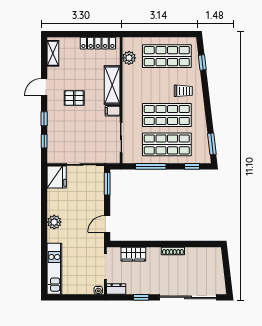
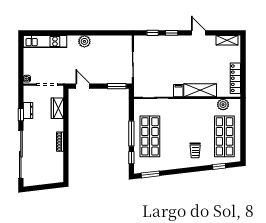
pallet: (74, 98) -> (189, 58), removed
shop shelf: (167, 115) -> (175, 136), removed
window: (151, 166) -> (131, 133), moved
fridge: (57, 177) -> (122, 43), removed
dresser: (116, 289) -> (28, 110), moved

